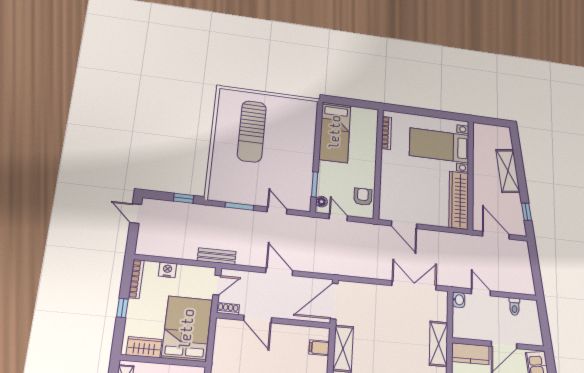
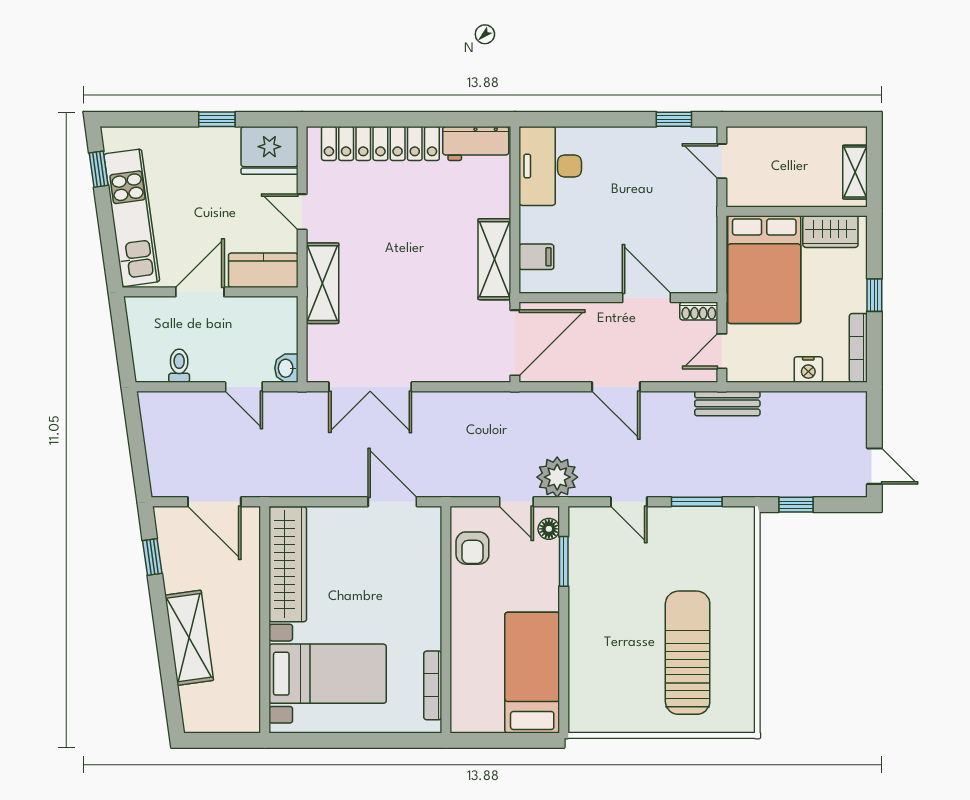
plant: (315, 228) -> (557, 477), added

